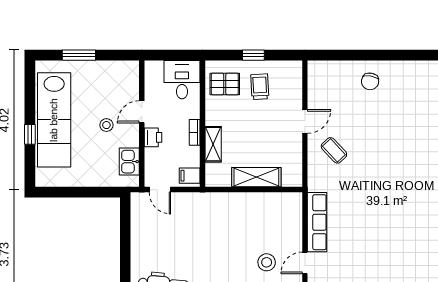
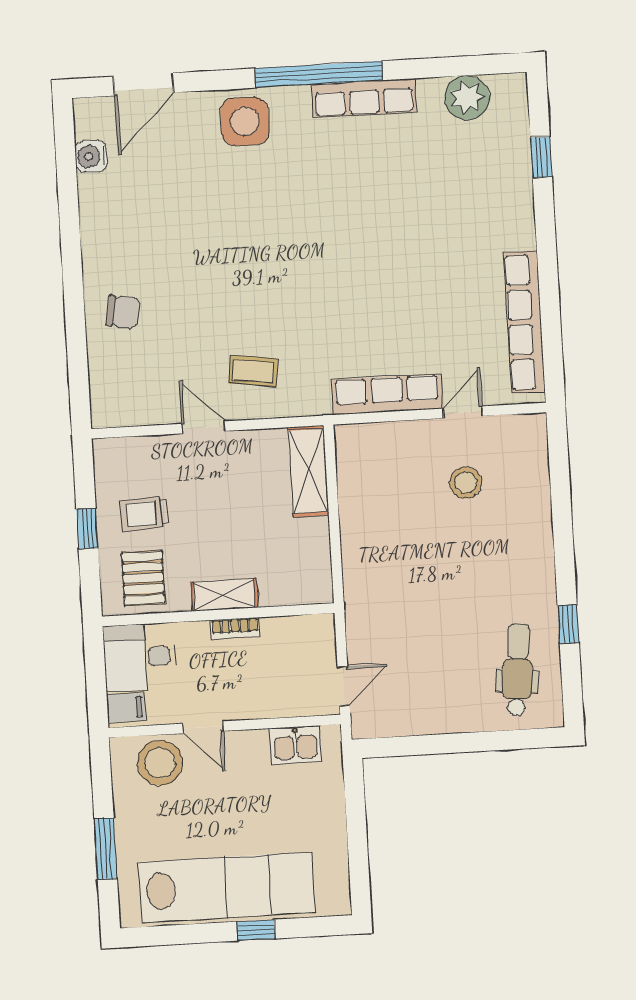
stool: (106, 125) -> (160, 763), moved, width x1.89, depth x1.89
printer: (153, 137) -> (249, 704), removed
shelving: (213, 144) -> (224, 595), moved
coffee table: (334, 150) -> (253, 371), turned 51
filing cabinet: (190, 176) -> (126, 708), moved, turned -90
shelving: (256, 177) -> (308, 471), moved
door: (305, 263) -> (463, 412), swing flipped

